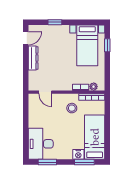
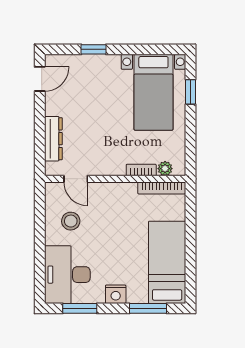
dresser: (33, 58) -> (53, 139), moved
stool: (72, 108) -> (71, 221), moved
nightstand: (78, 154) -> (116, 294), moved

